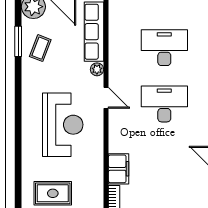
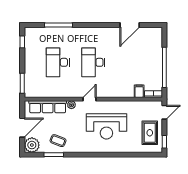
reception desk: (63, 125) -> (106, 126), turned 180
filing cabinet: (119, 169) -> (139, 91), width x0.50

